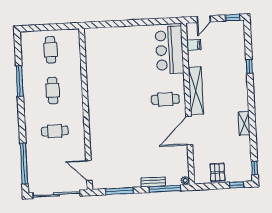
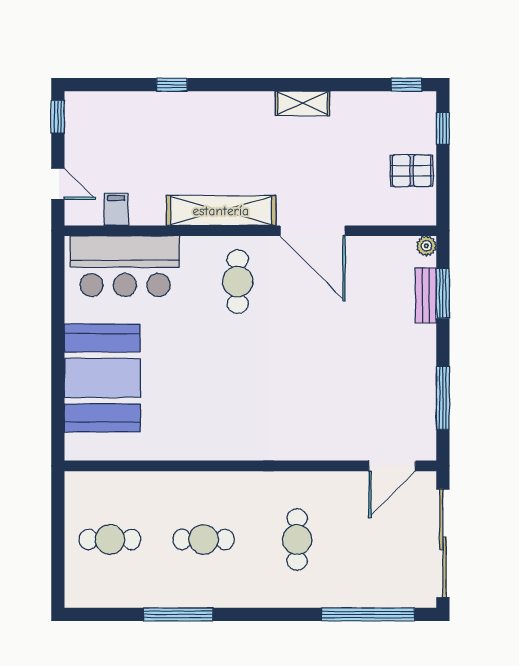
booth: (120, 43) -> (102, 378), added
bench: (153, 182) -> (426, 295), moved
window: (165, 189) -> (443, 293), width x0.69

